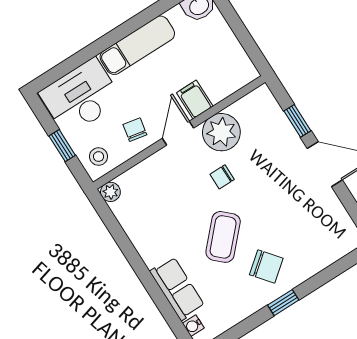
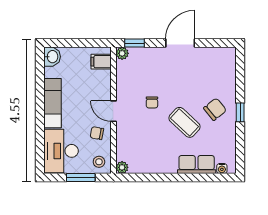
filing cabinet: (195, 100) -> (101, 62), moved
window: (297, 121) -> (134, 43), moved
plant: (221, 132) -> (122, 53), moved, width x0.53, depth x0.53
window: (62, 146) -> (81, 178), width x1.50

